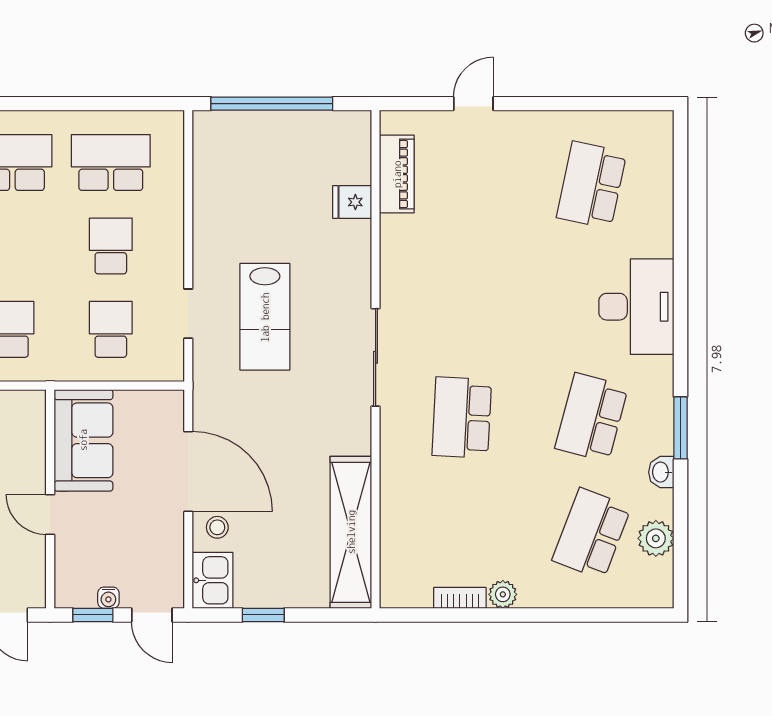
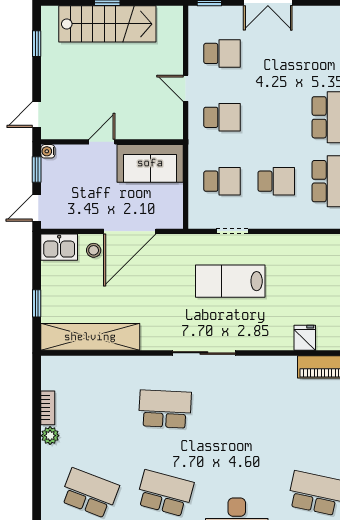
water cooler: (108, 598) -> (48, 151), moved
window: (263, 615) -> (37, 303), moved

